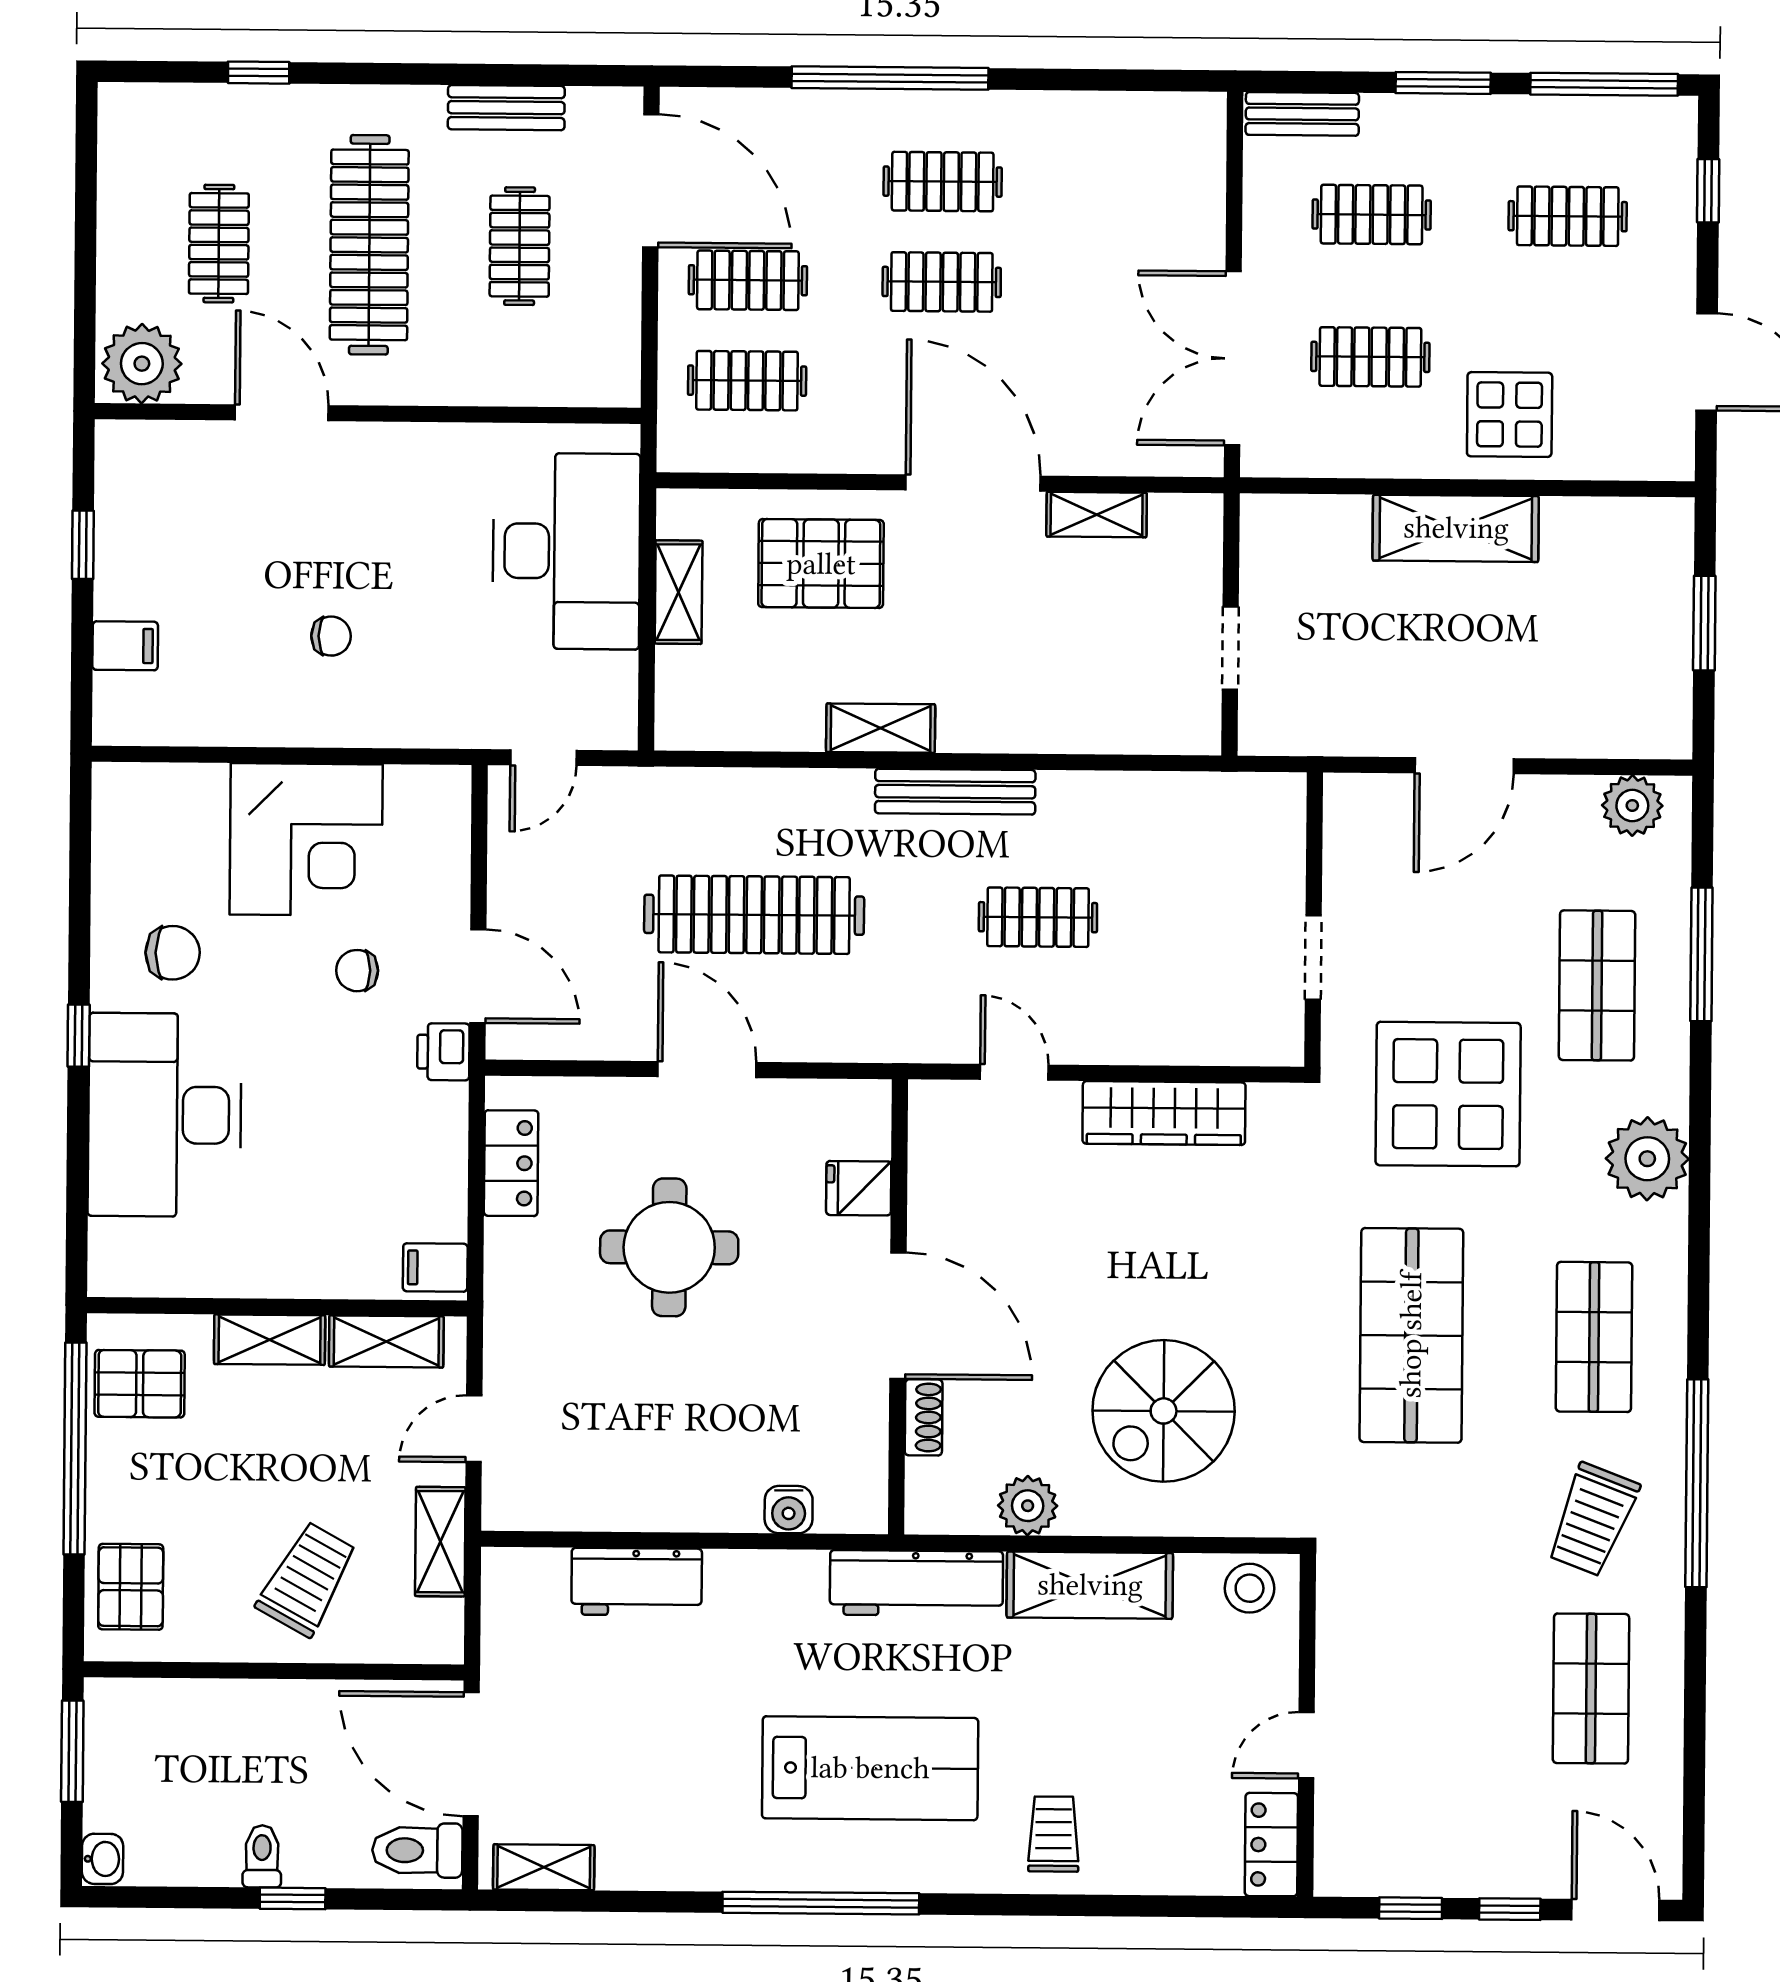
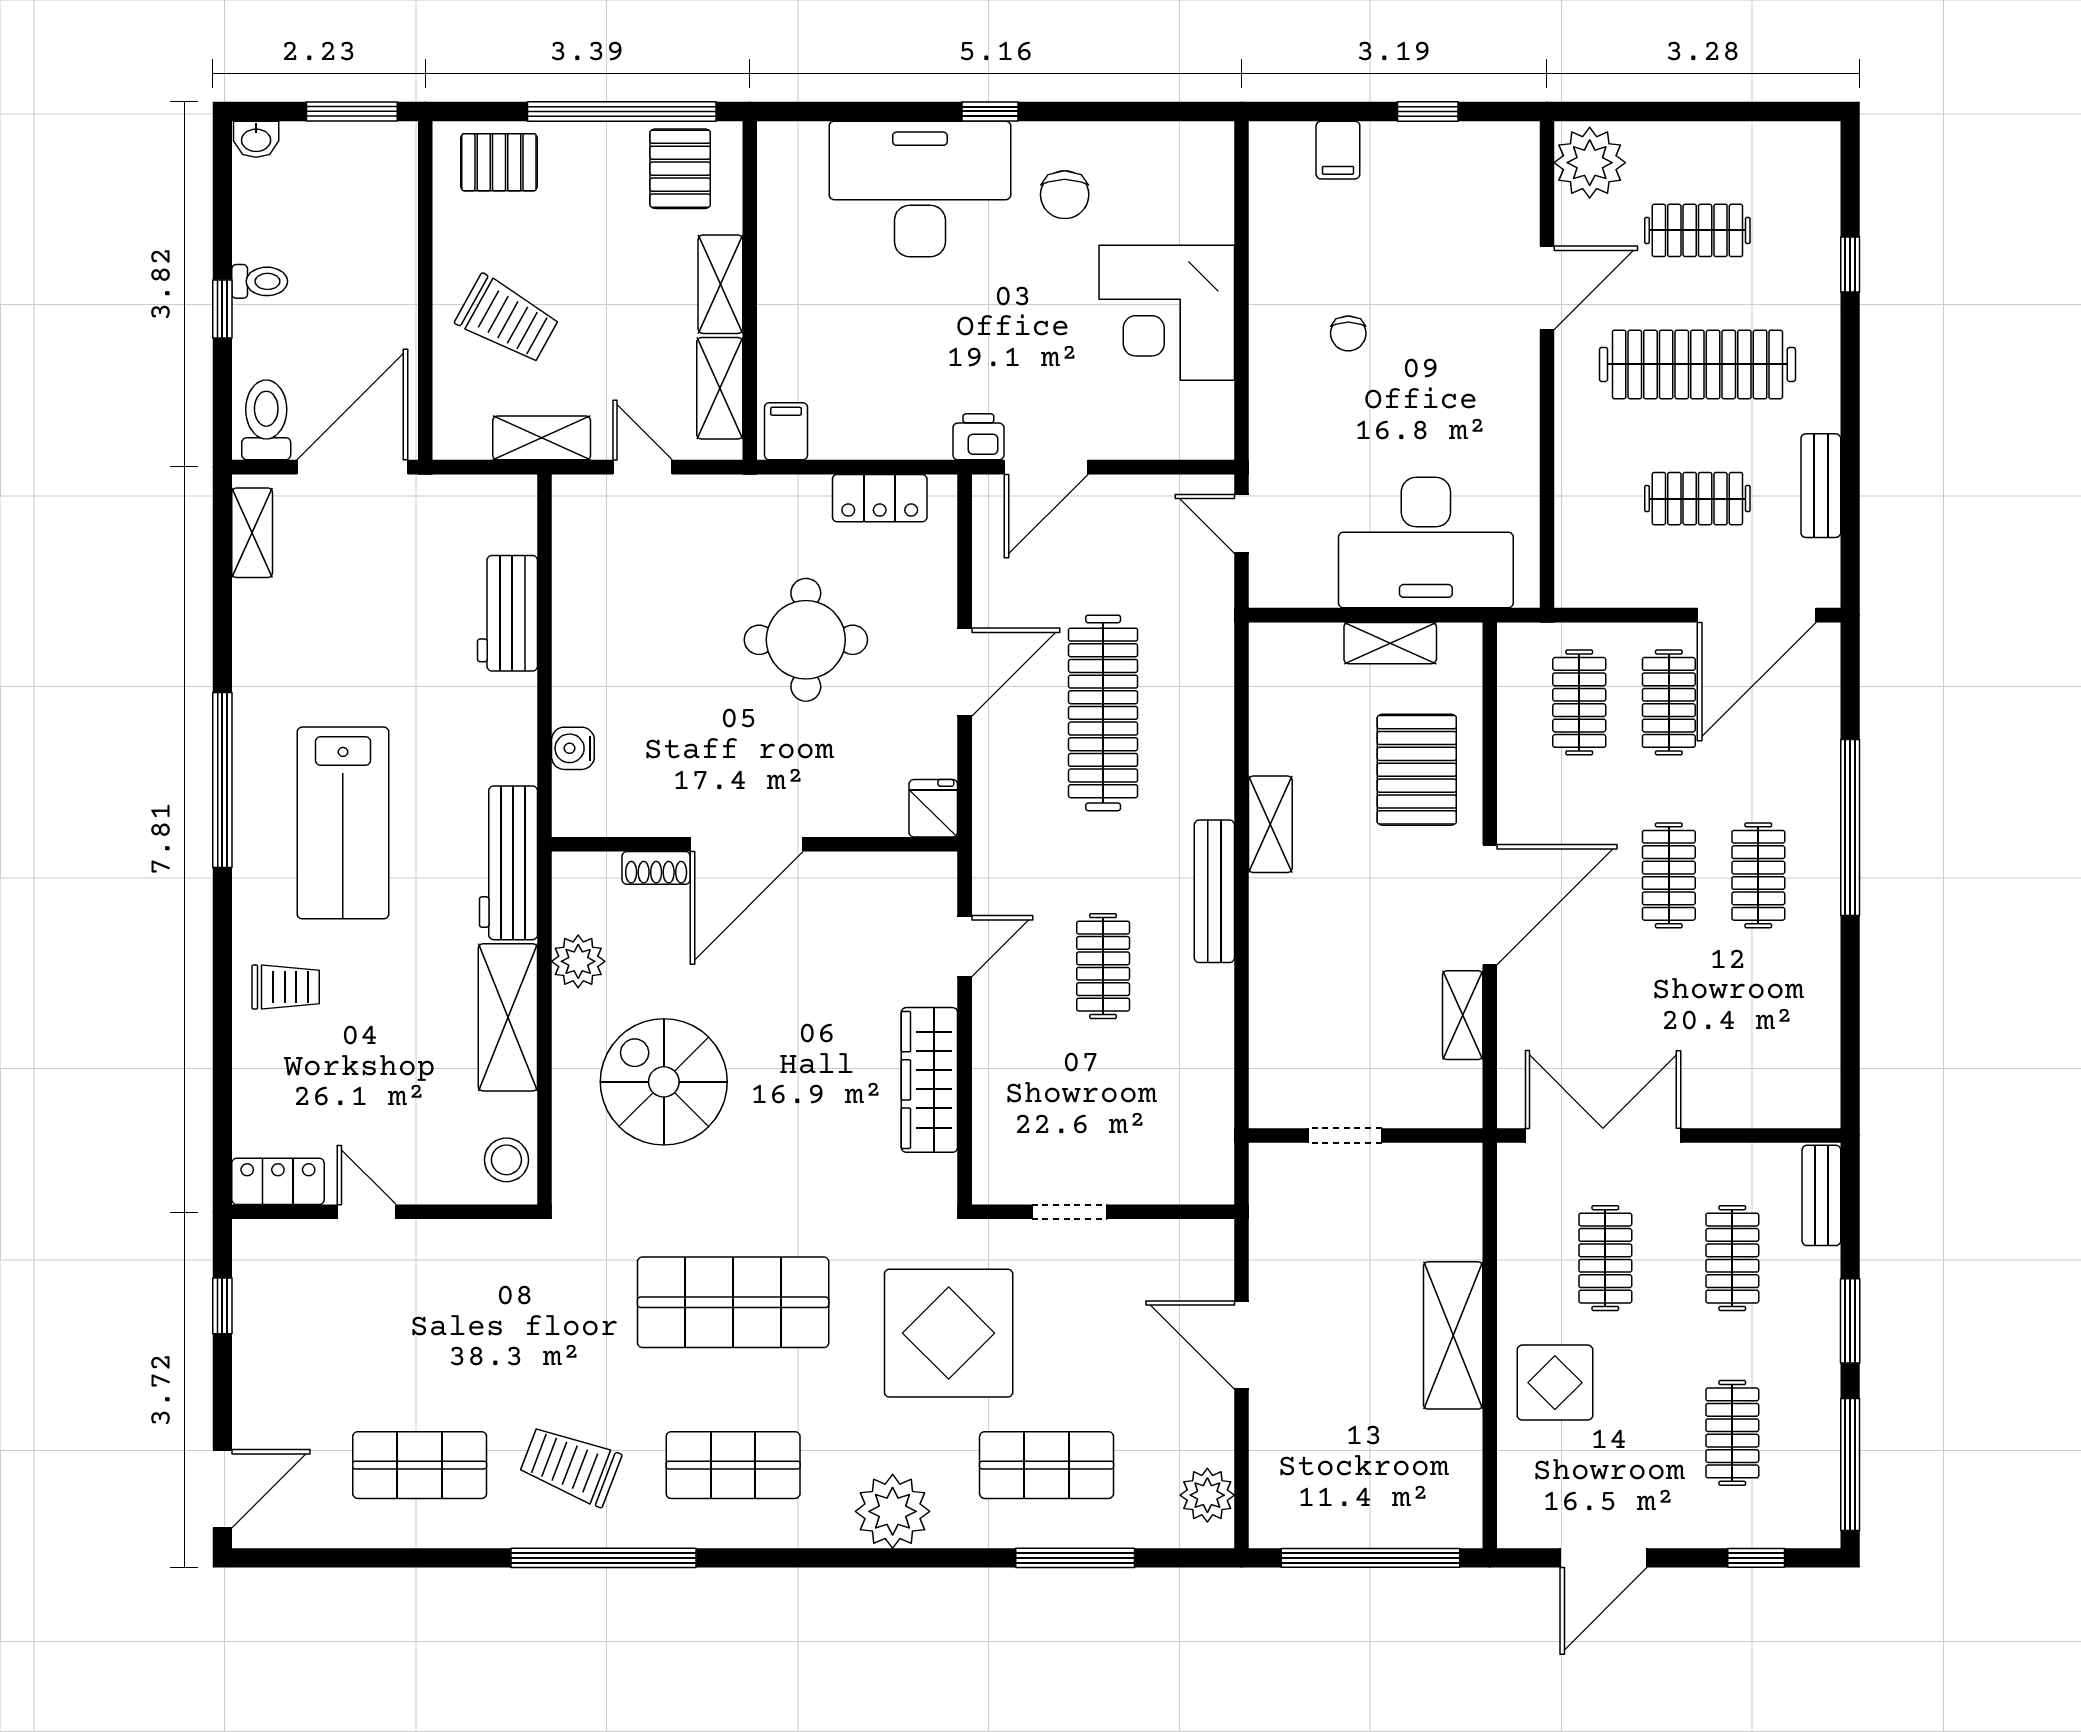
window: (1704, 623) -> (1370, 1558), width x2.11
chair: (357, 971) -> (1050, 359), removed
fridge: (859, 1188) -> (933, 808), moved
window: (1510, 1909) -> (222, 1394), removed

